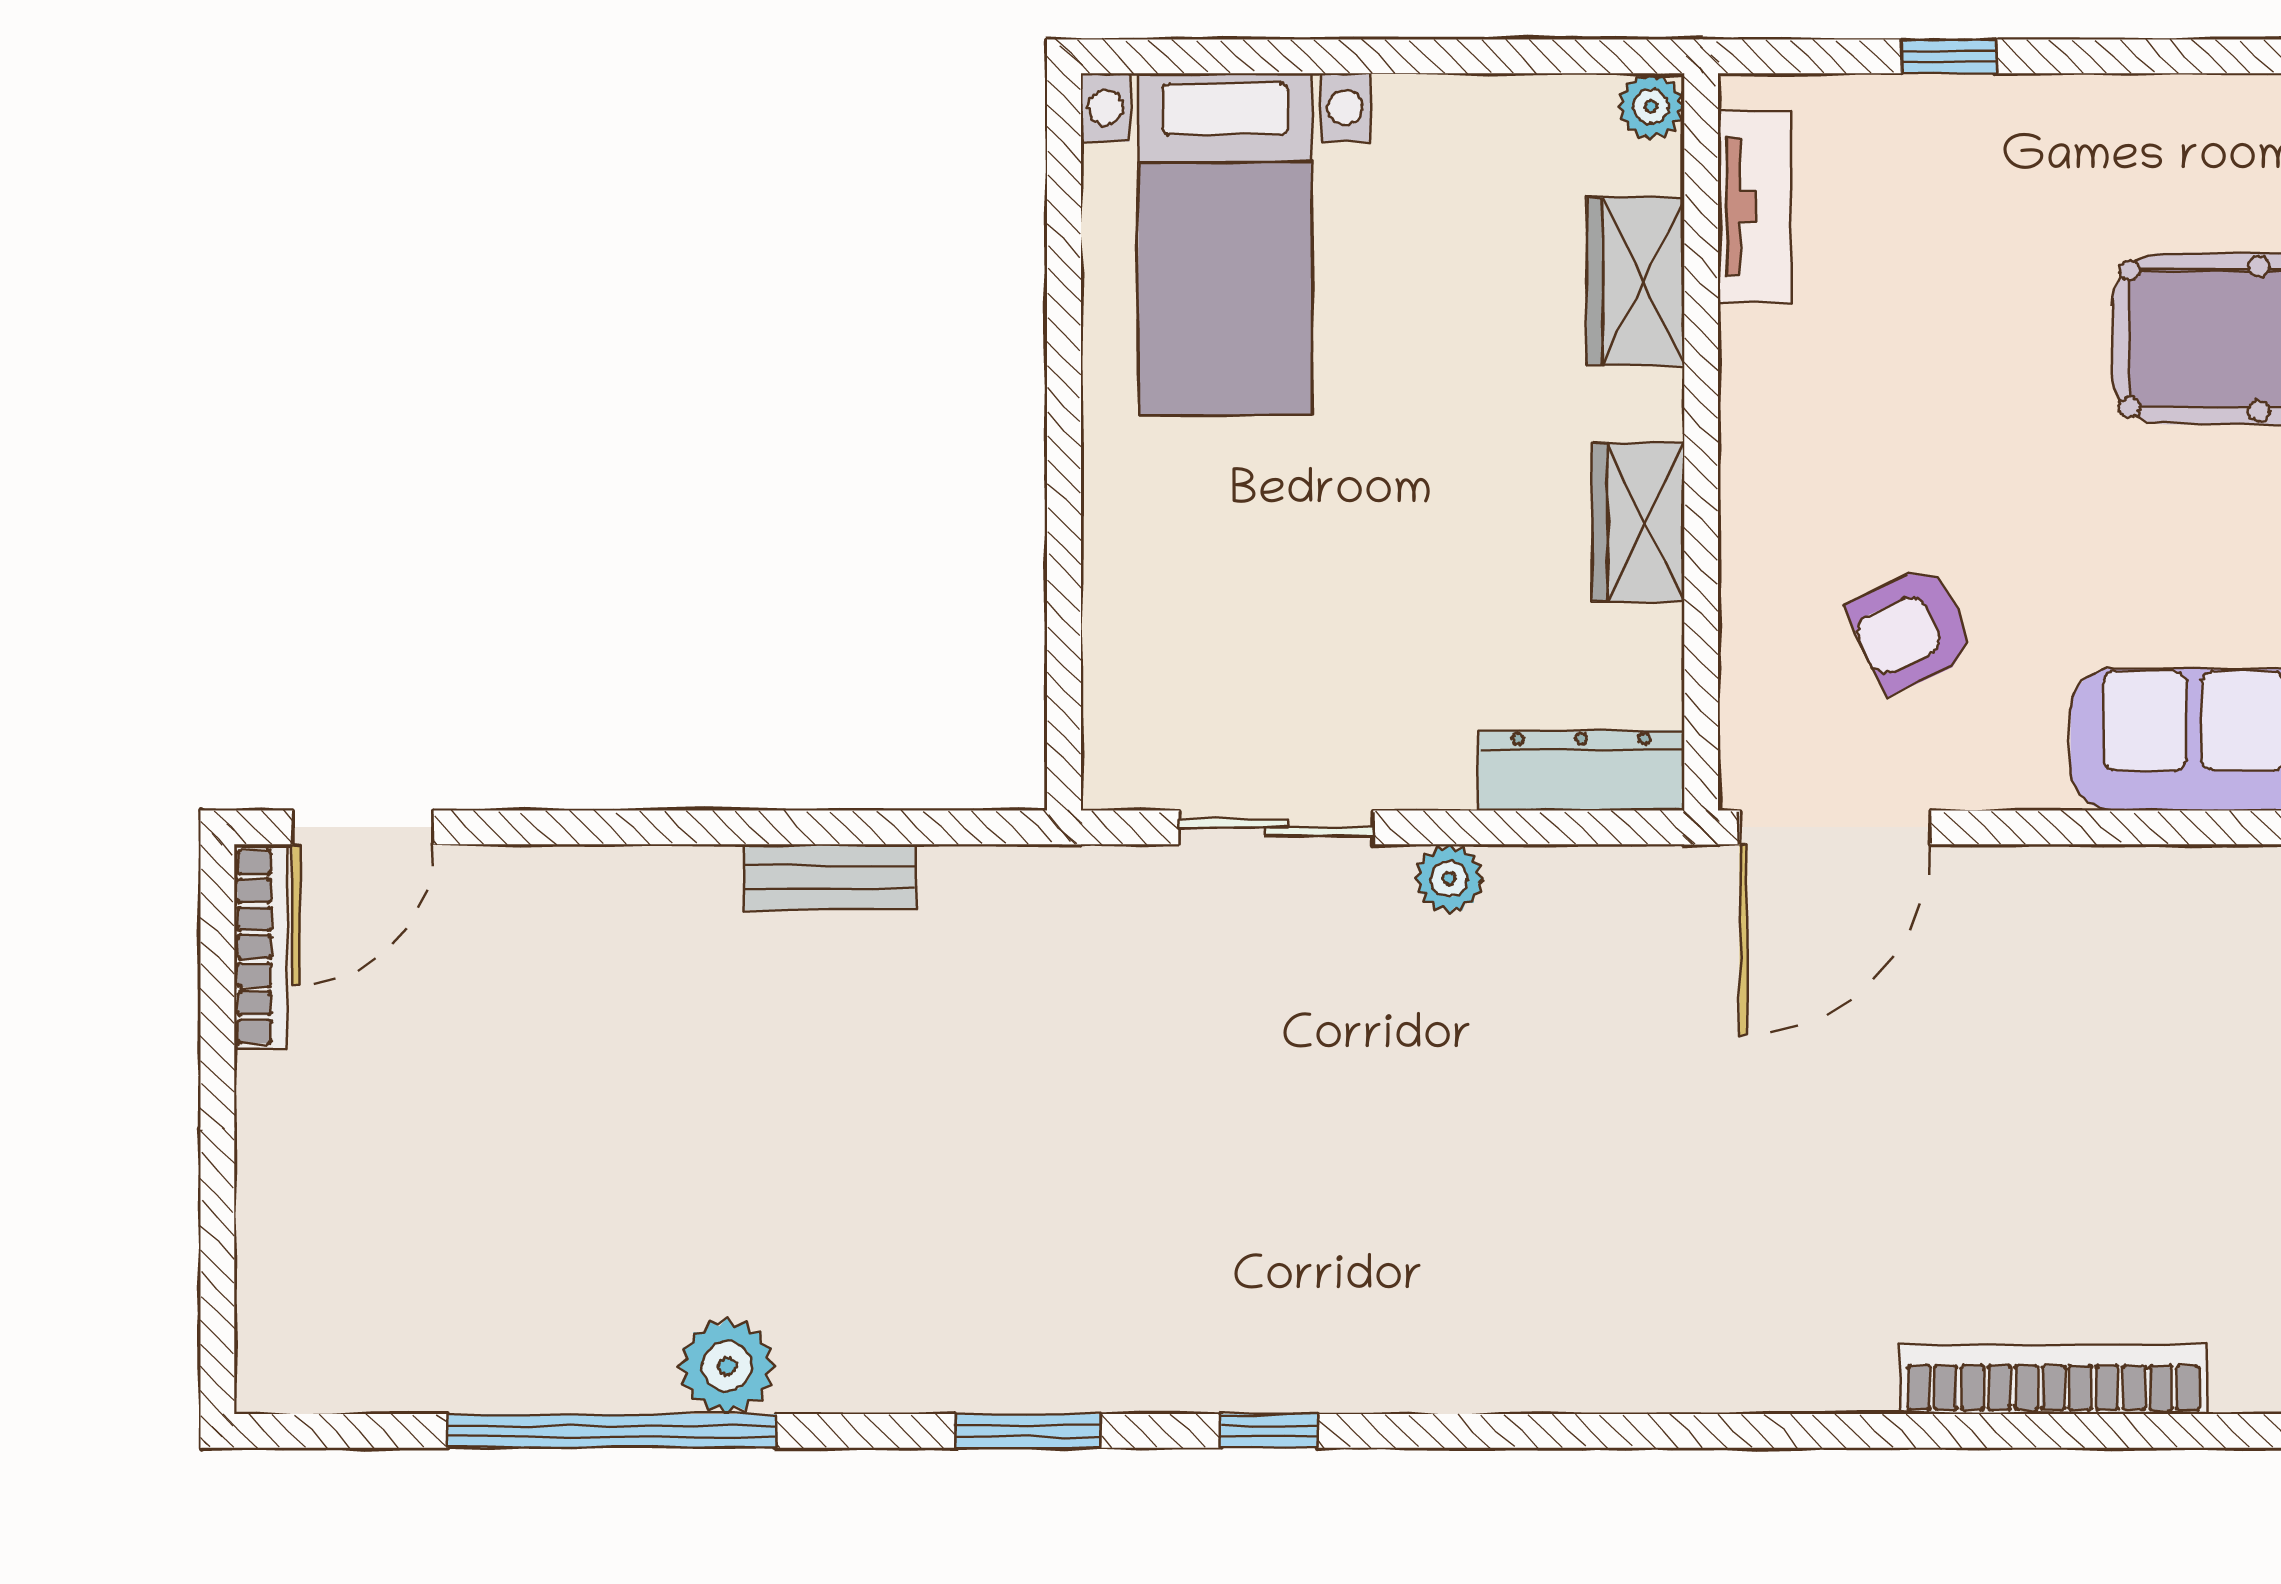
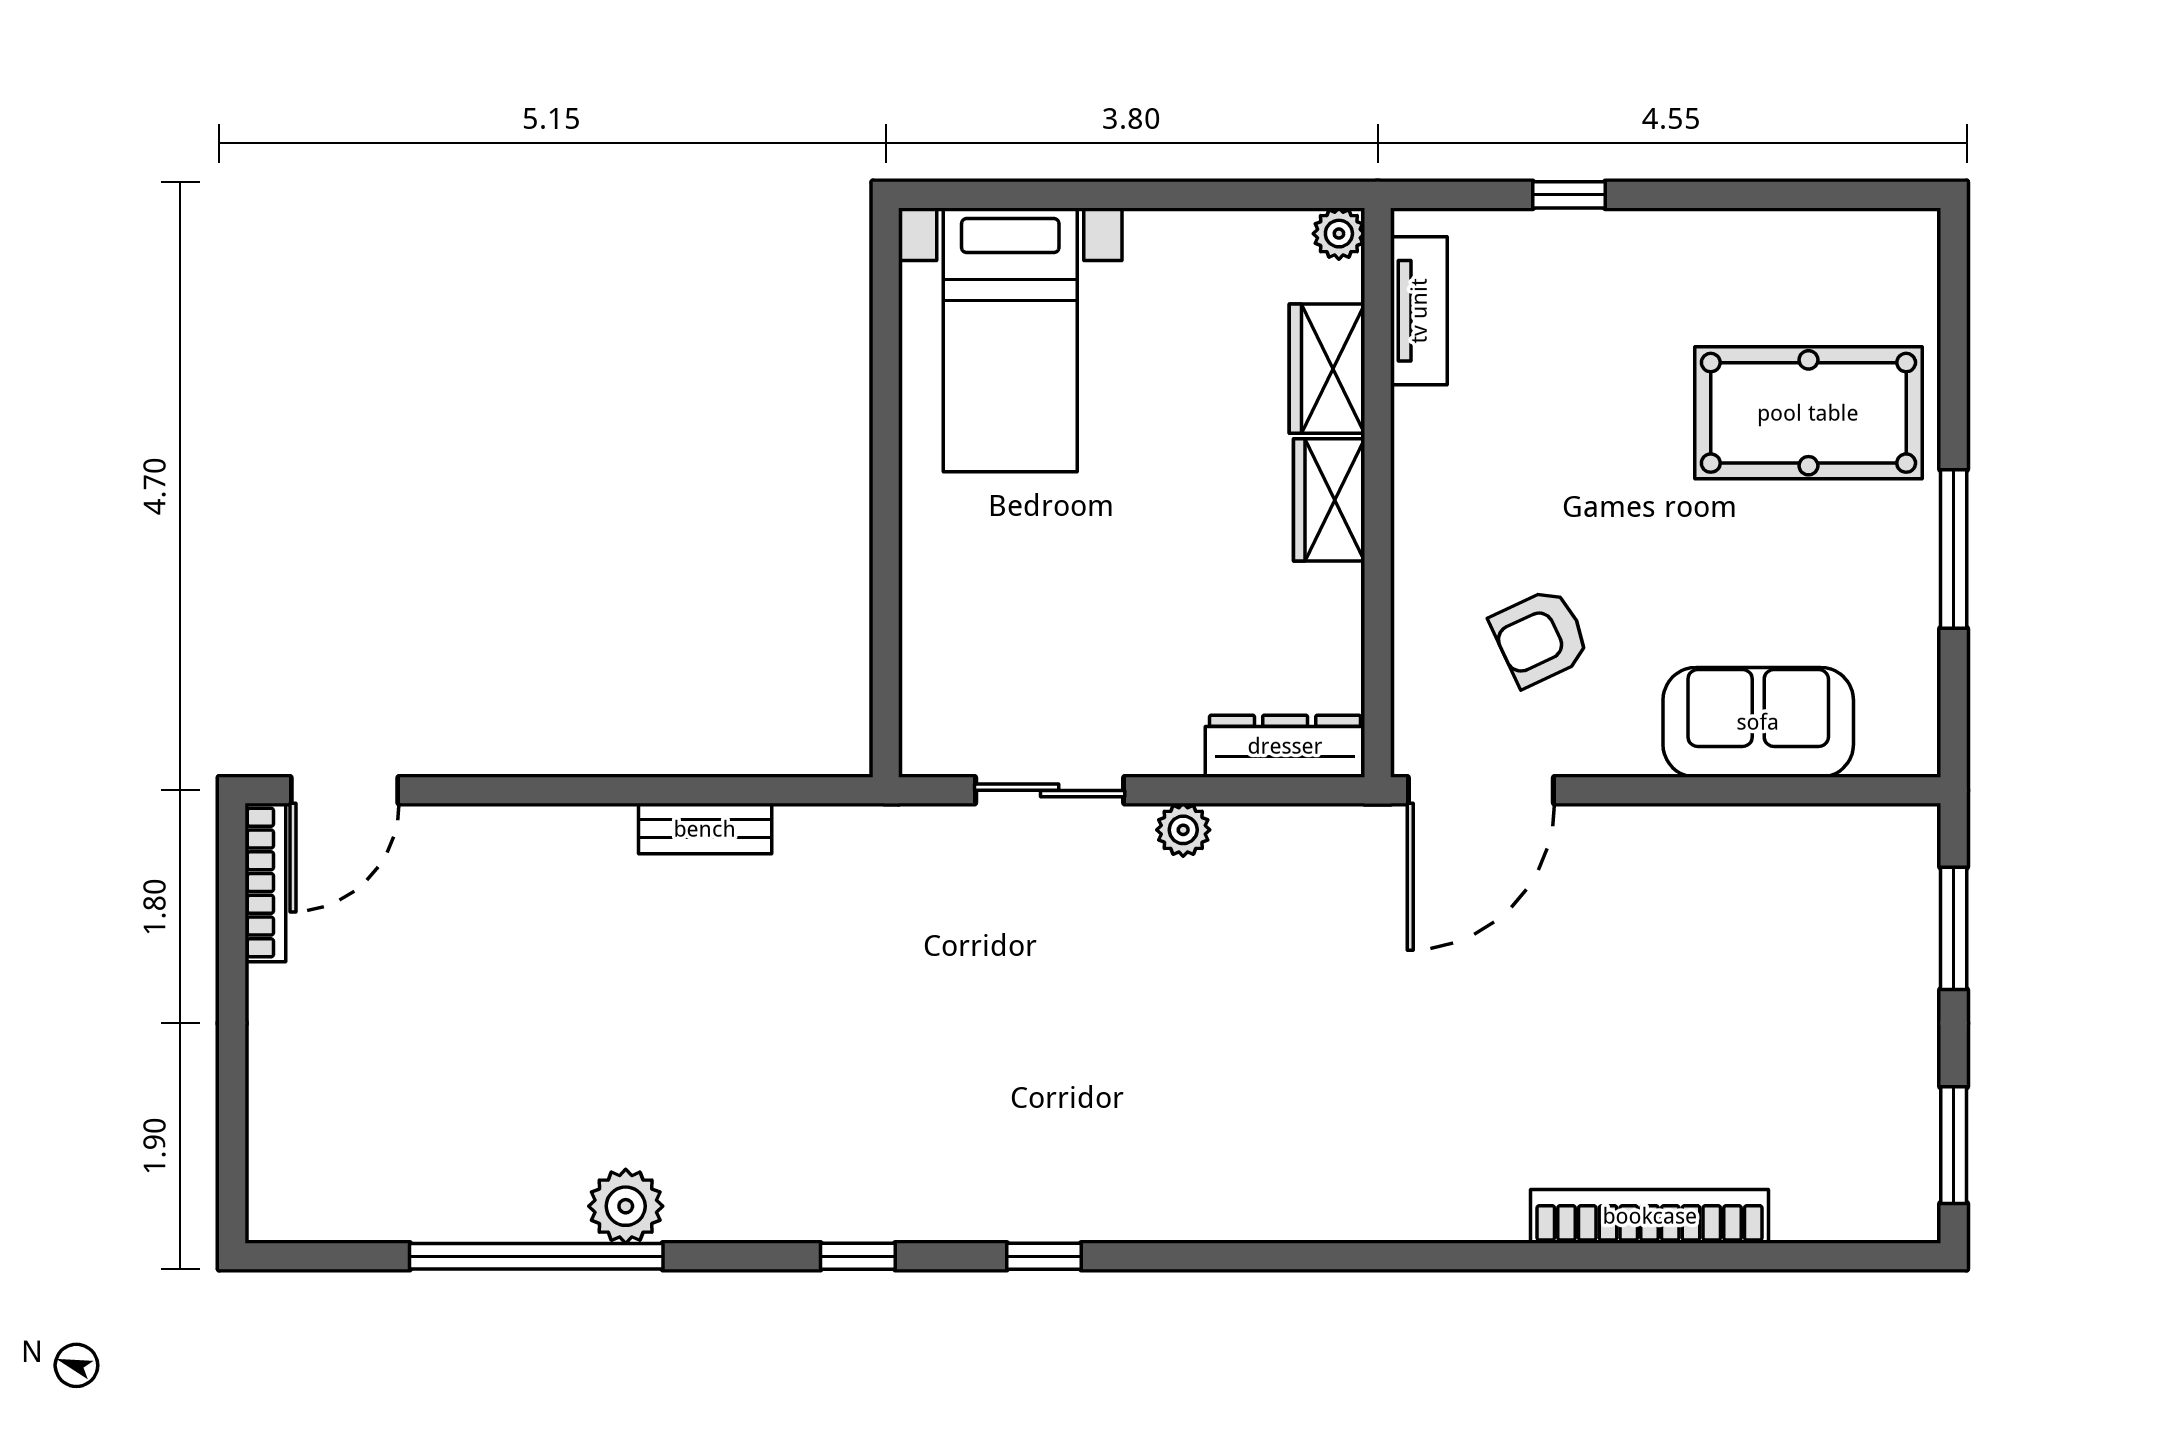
wardrobe: (1638, 522) -> (1329, 500), moved
window: (1028, 1431) -> (858, 1256), width x0.67

